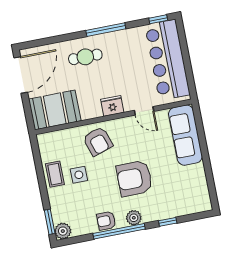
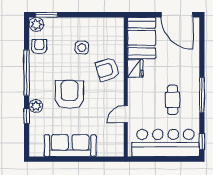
cafe table: (85, 57) -> (173, 100), moved
fridge: (112, 106) -> (135, 68), moved
sofa: (185, 135) -> (70, 146), moved
coffee table: (55, 174) -> (86, 27), removed
plant: (134, 218) -> (36, 106), moved
armchair: (106, 221) -> (39, 47), moved

